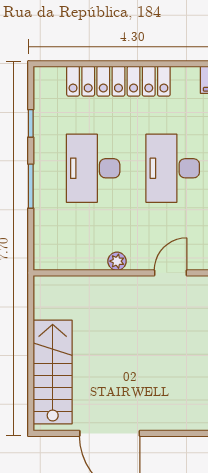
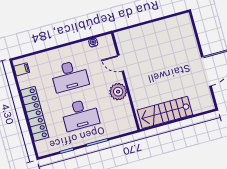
plant: (117, 261) -> (118, 92), width x1.87, depth x1.87
stairs: (53, 372) -> (165, 112), moved

